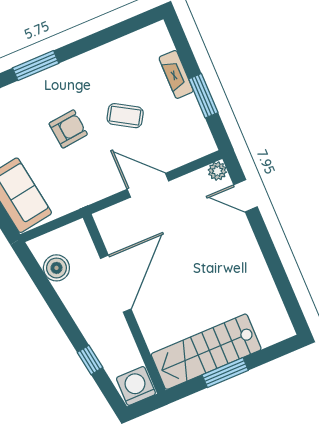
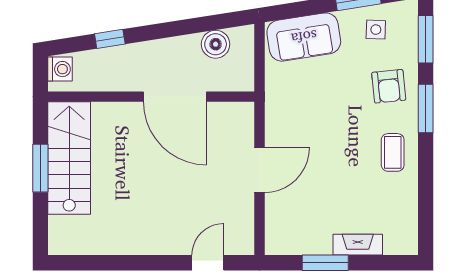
coffee table: (125, 116) -> (393, 152), moved, turned -31
armchair: (68, 129) -> (389, 86), moved
plant: (217, 171) -> (244, 245), removed
washing machine: (136, 386) -> (60, 69), width x0.73, depth x0.73

